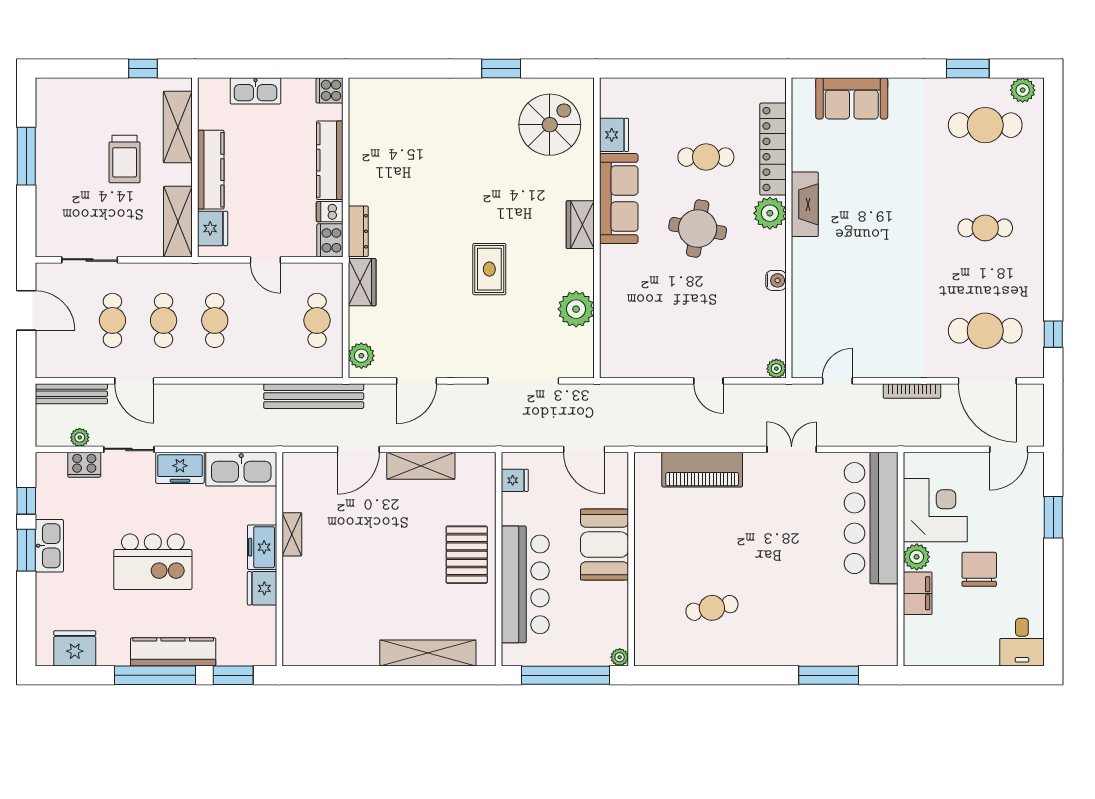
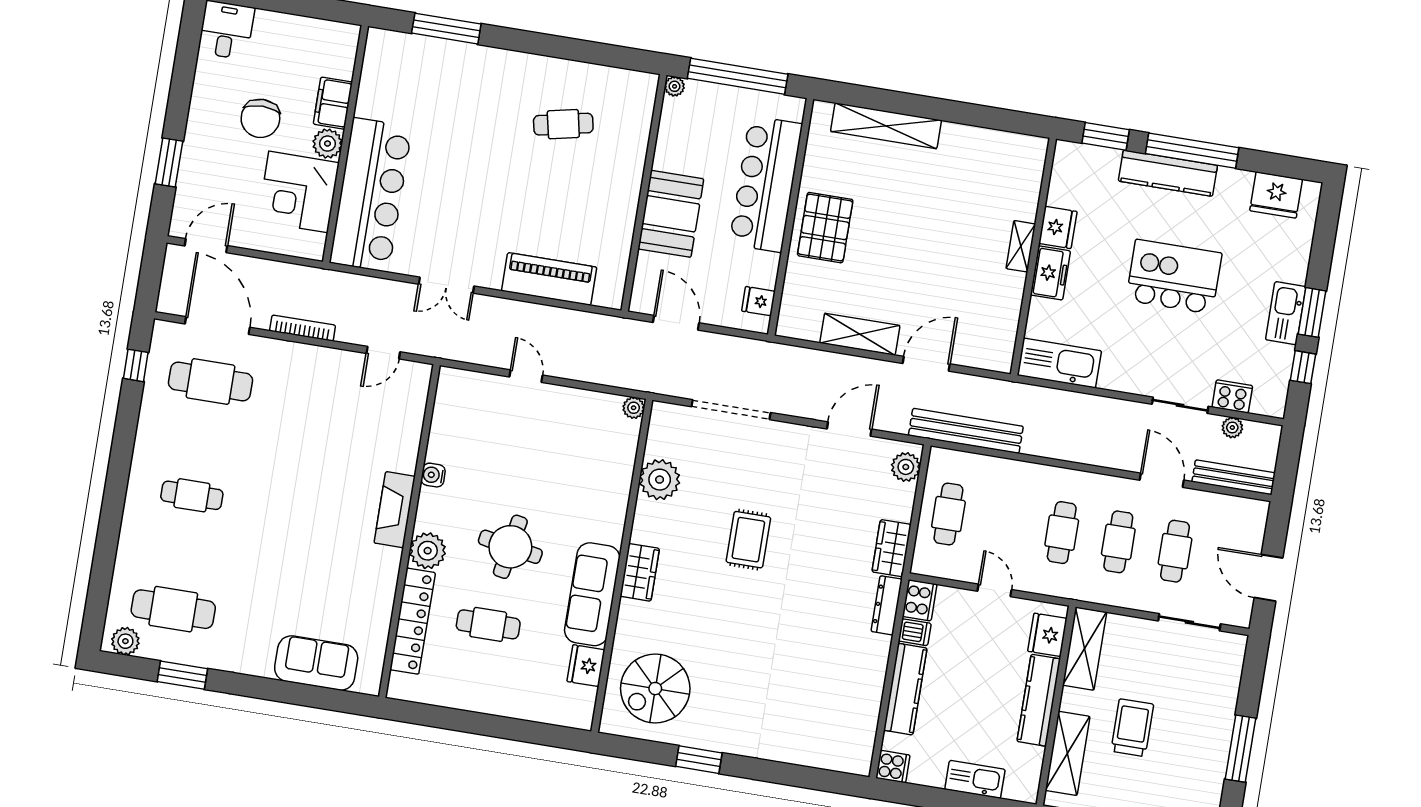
fireplace: (805, 204) -> (395, 510), moved
plant: (776, 369) -> (634, 408), moved
freezer: (180, 468) -> (1127, 376), removed
shelving: (292, 534) -> (1021, 246), moved

